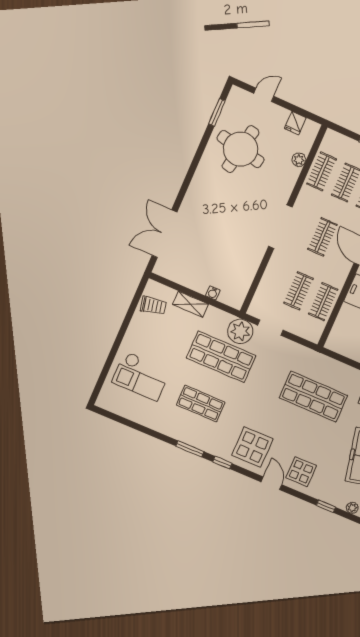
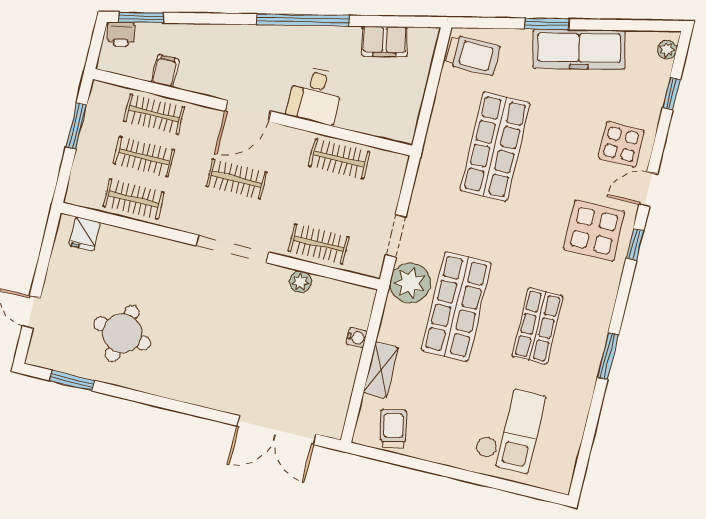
fridge: (295, 123) -> (85, 234), moved, turned 90
round table: (241, 149) -> (122, 333), width x0.73, depth x0.73
plant: (299, 160) -> (300, 282), moved
clothes rail: (299, 291) -> (319, 244), moved
window: (190, 449) -> (608, 356), moved
window: (222, 463) -> (635, 244), moved

